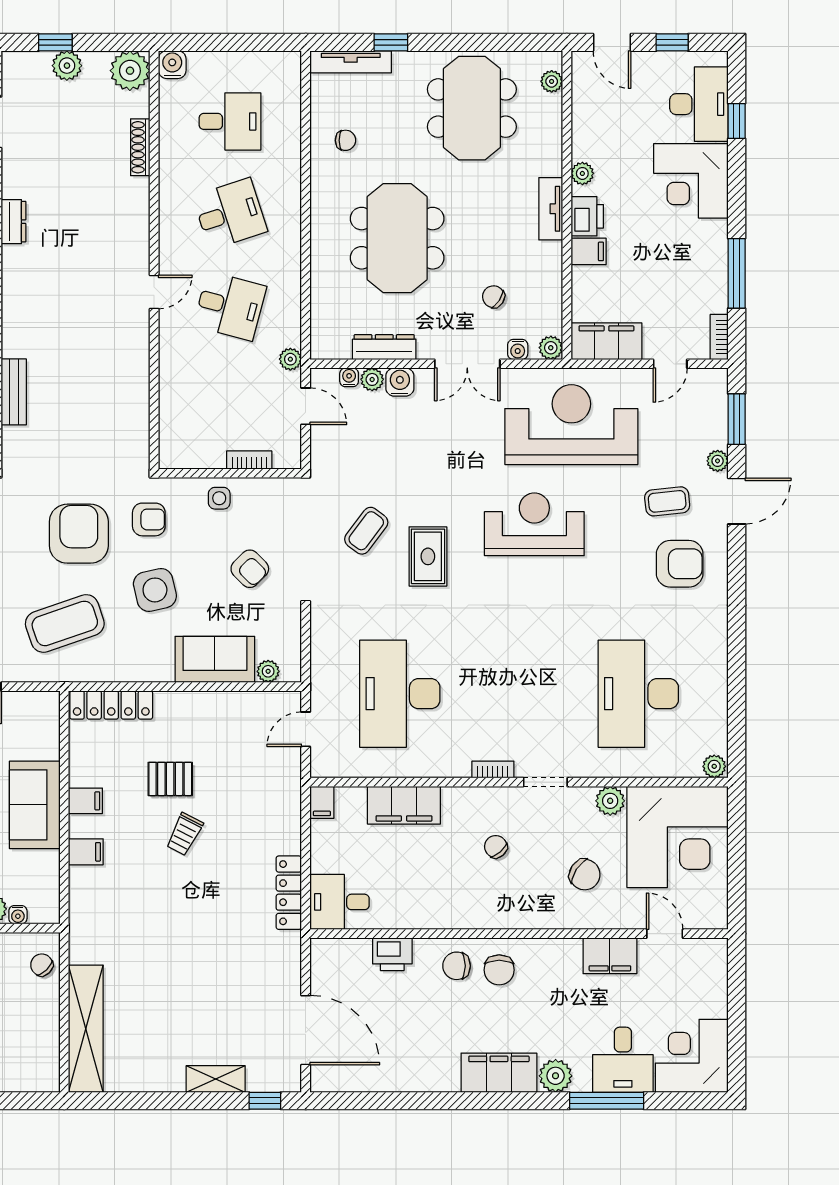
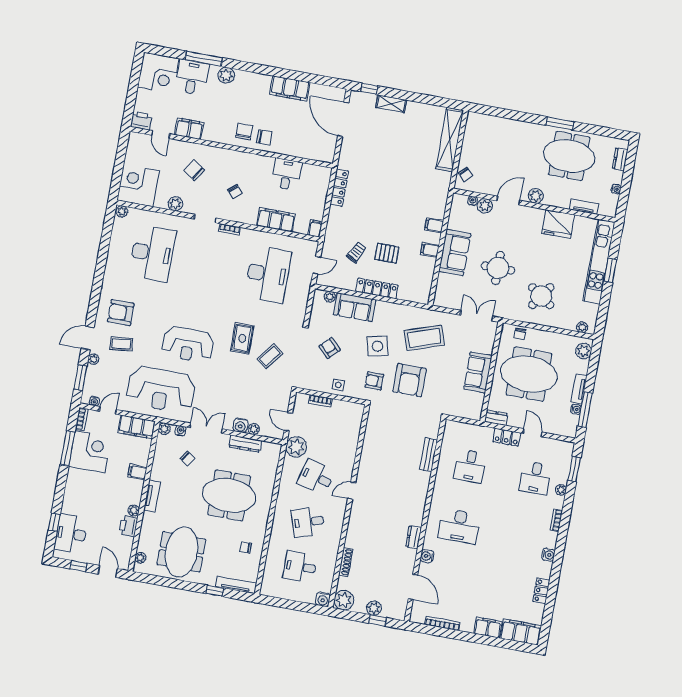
corner desk: (691, 181) -> (90, 452), moved
printer: (587, 216) -> (128, 526), moved
meeting table: (397, 238) -> (229, 495), turned 90
plant: (290, 359) -> (296, 447), width x1.88, depth x1.88
water cooler: (349, 377) -> (94, 401), moved
locker: (111, 705) -> (377, 288), moved
trolley: (185, 834) -> (356, 252), moved
corner desk: (678, 837) -> (138, 186), width x0.74, depth x0.74
desk: (340, 902) -> (286, 174), moved, turned -90
printer: (392, 954) -> (141, 121), moved
filing cabinet: (499, 1073) -> (290, 88), moved

